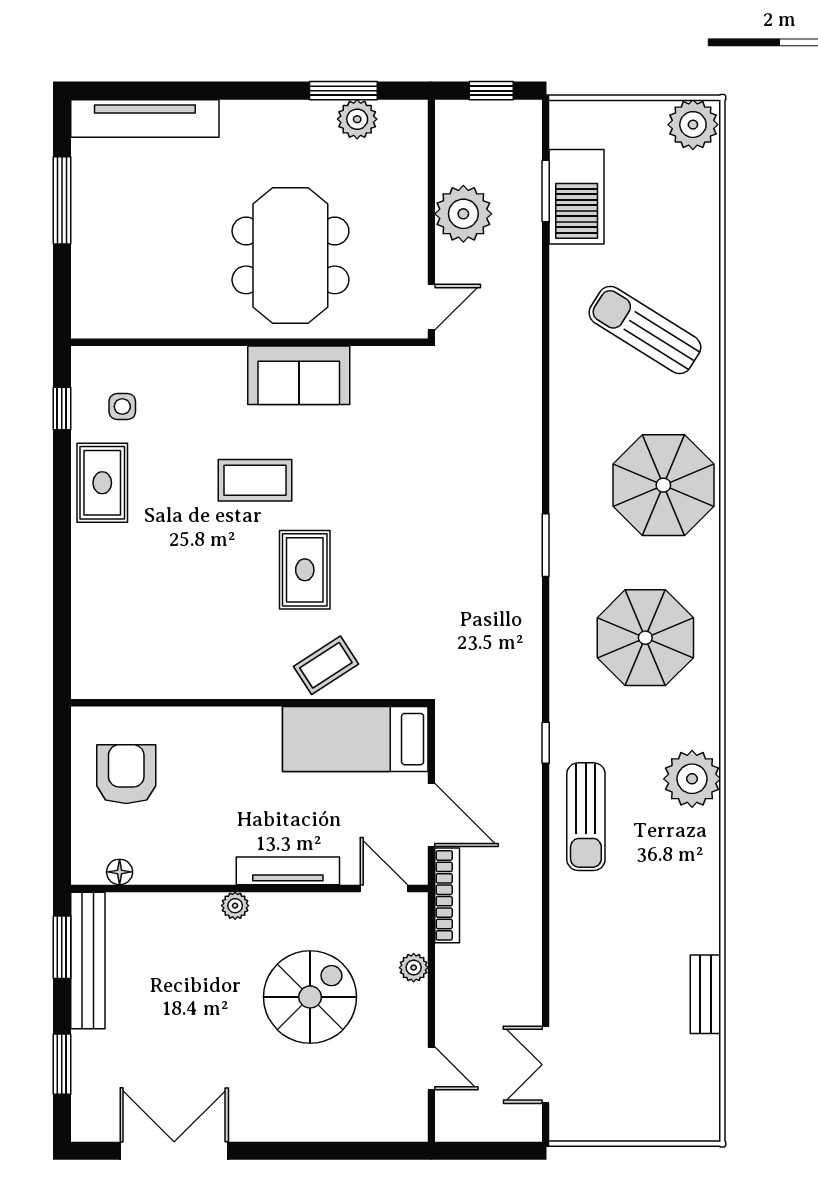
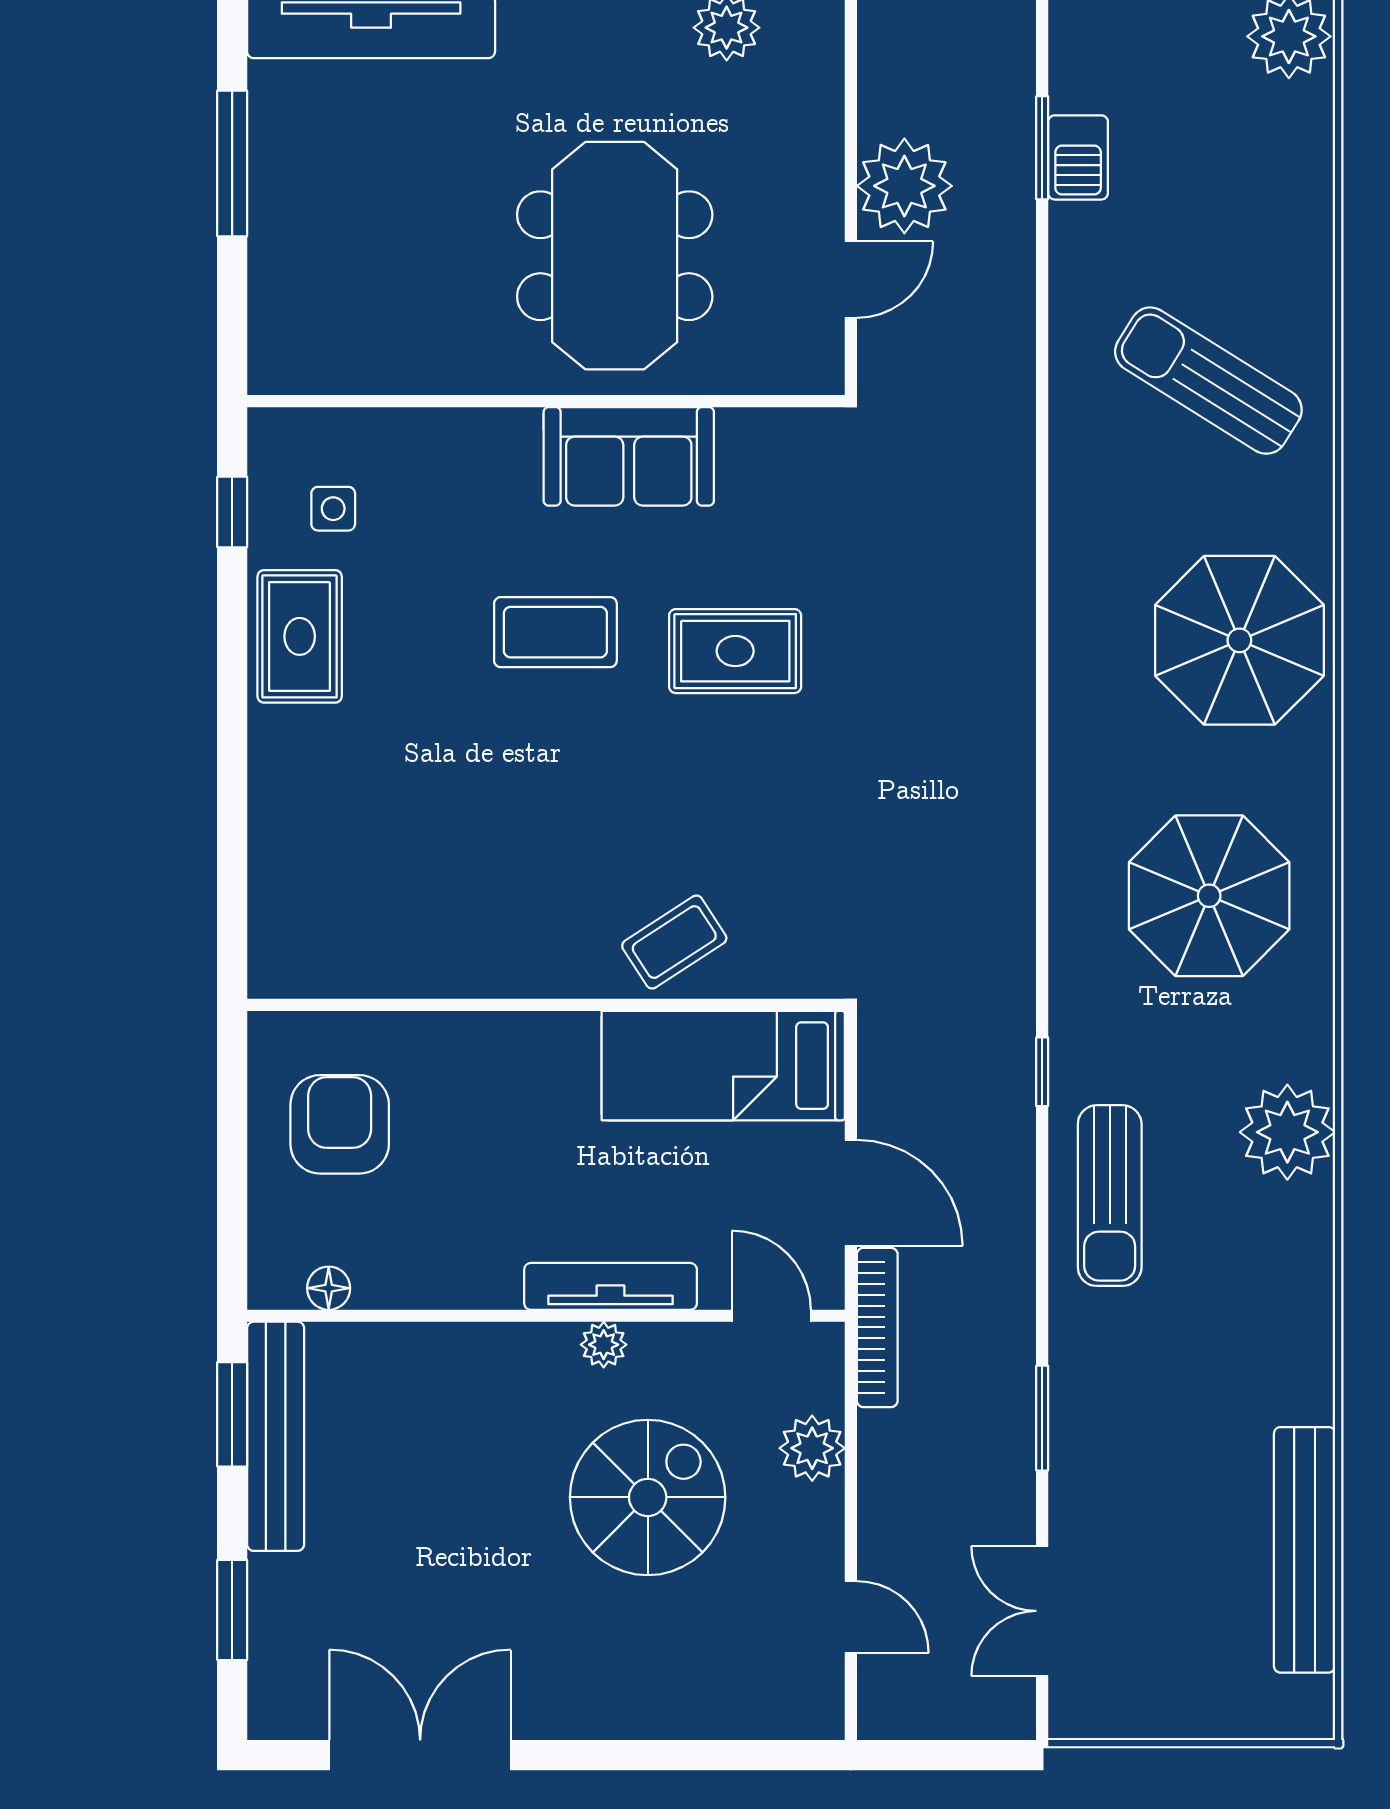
barbecue: (577, 197) -> (1078, 157), width x0.53, depth x0.65
door: (431, 307) -> (851, 280), moved
window: (546, 545) -> (1042, 1418), moved
rug: (305, 570) -> (735, 651), moved, turned 90
plant: (235, 906) -> (604, 1345), moved
plant: (414, 968) -> (812, 1448), width x1.38, depth x1.38
bench: (706, 994) -> (1304, 1550), width x1.86, depth x1.21

